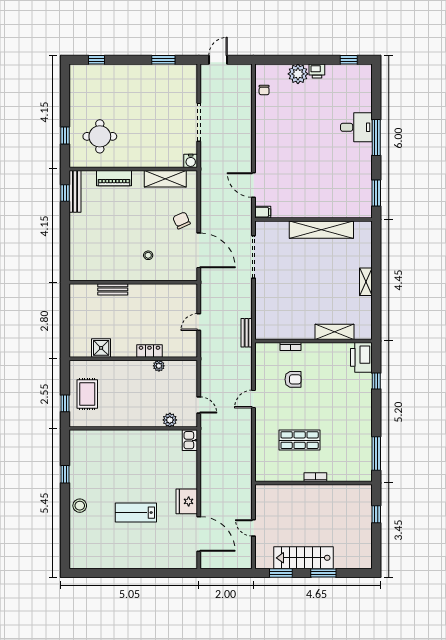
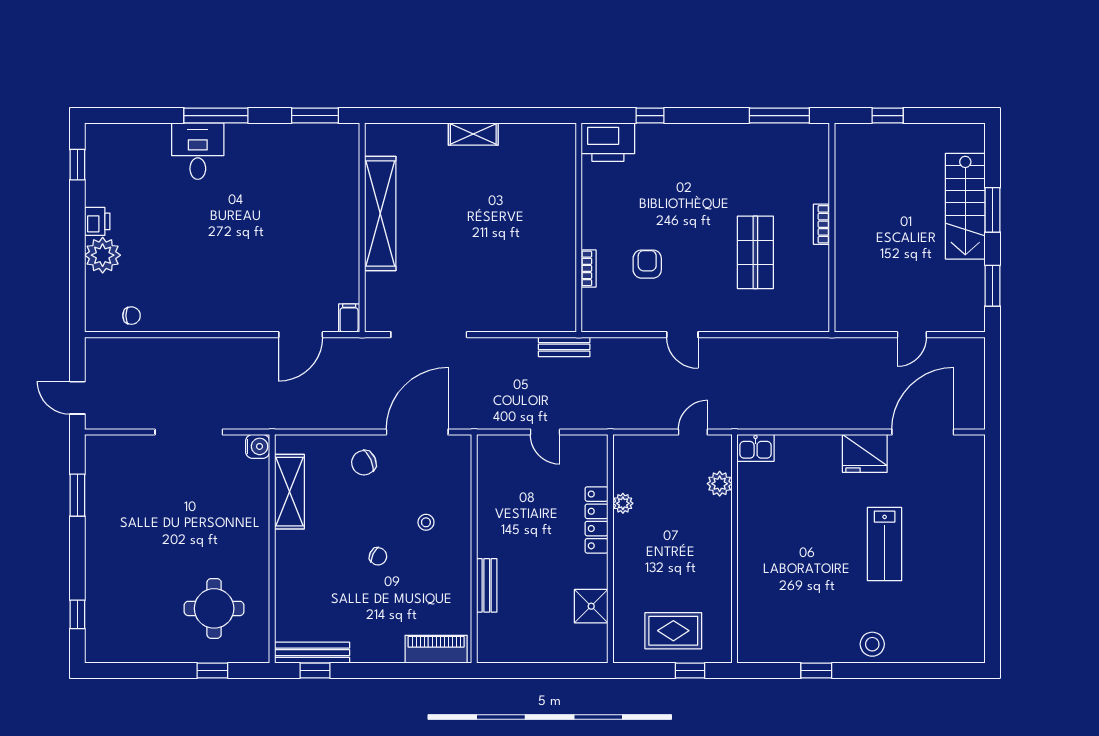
piano: (114, 178) -> (436, 649), moved, turned -90
chair: (129, 228) -> (378, 556), added
shelving: (335, 332) -> (562, 190), removed
locker: (149, 351) -> (597, 520), width x1.53
stairs: (303, 558) -> (965, 206), moved

